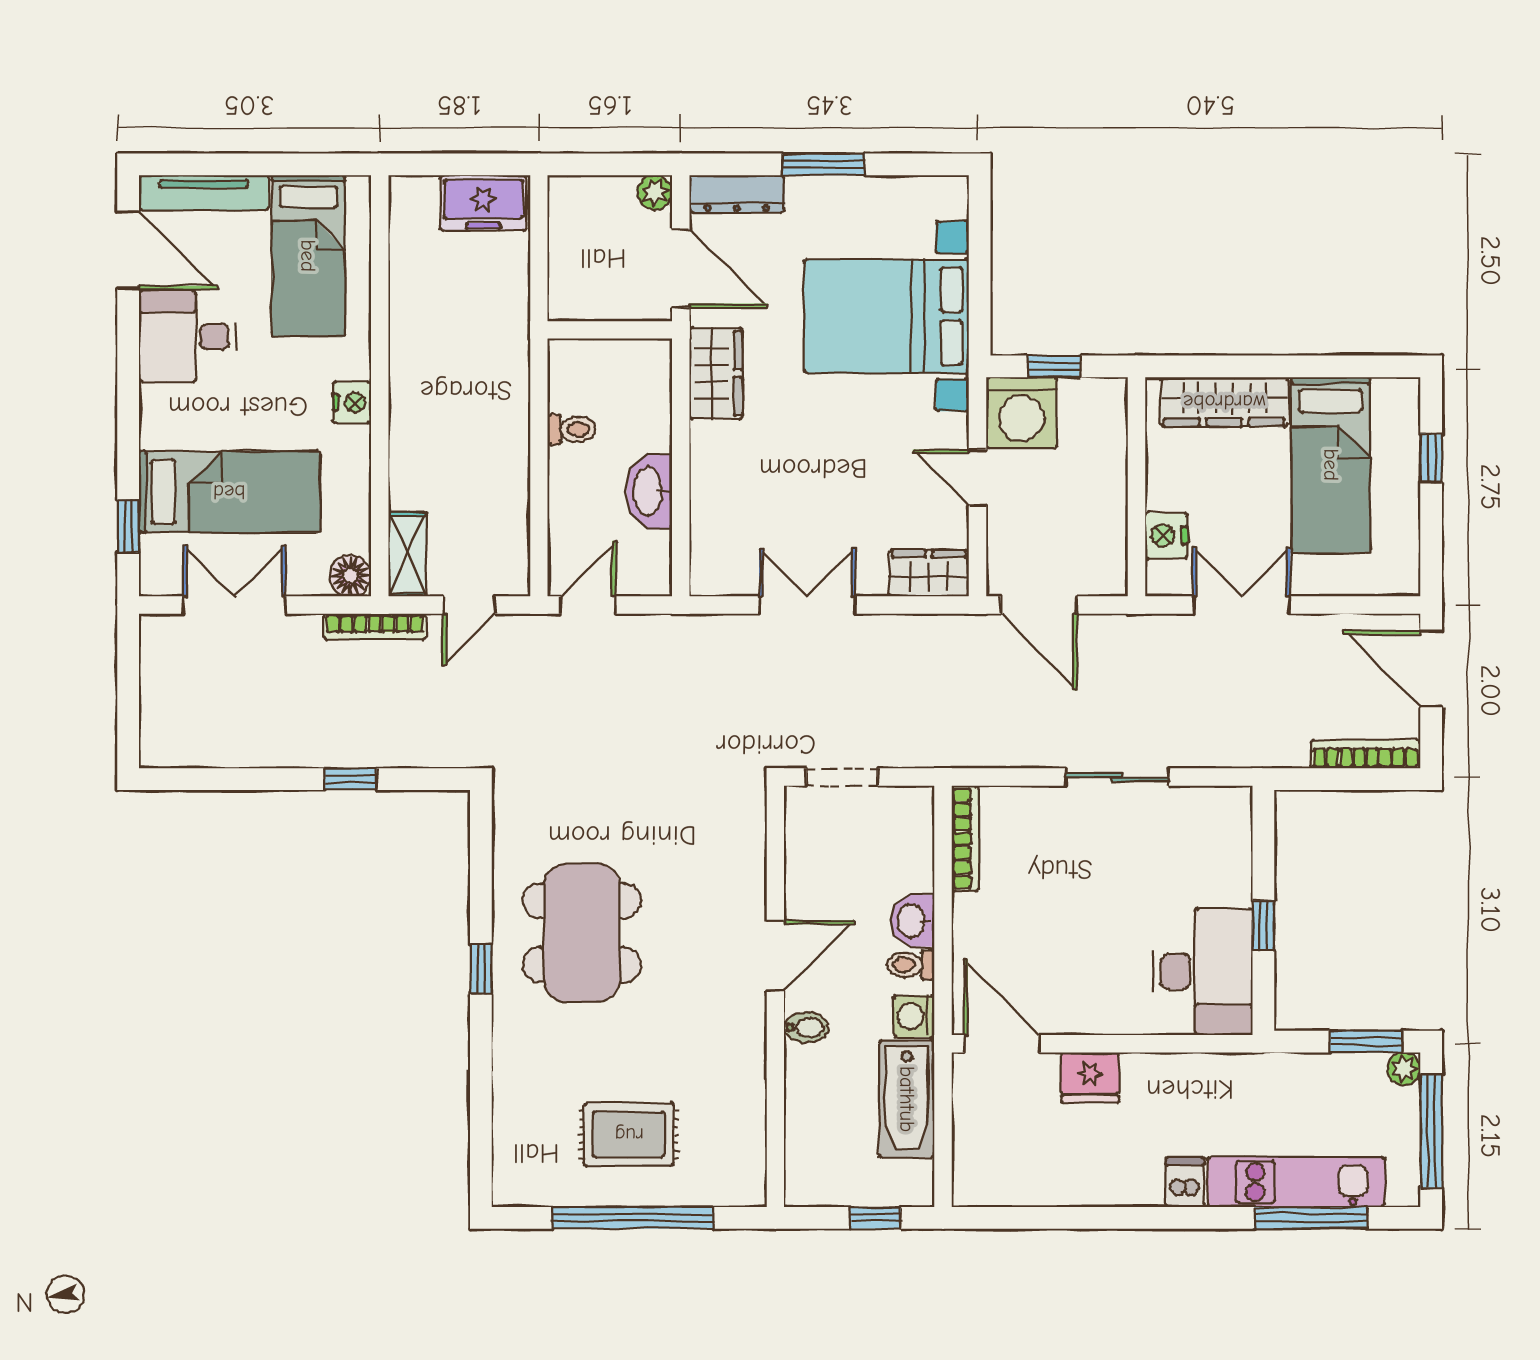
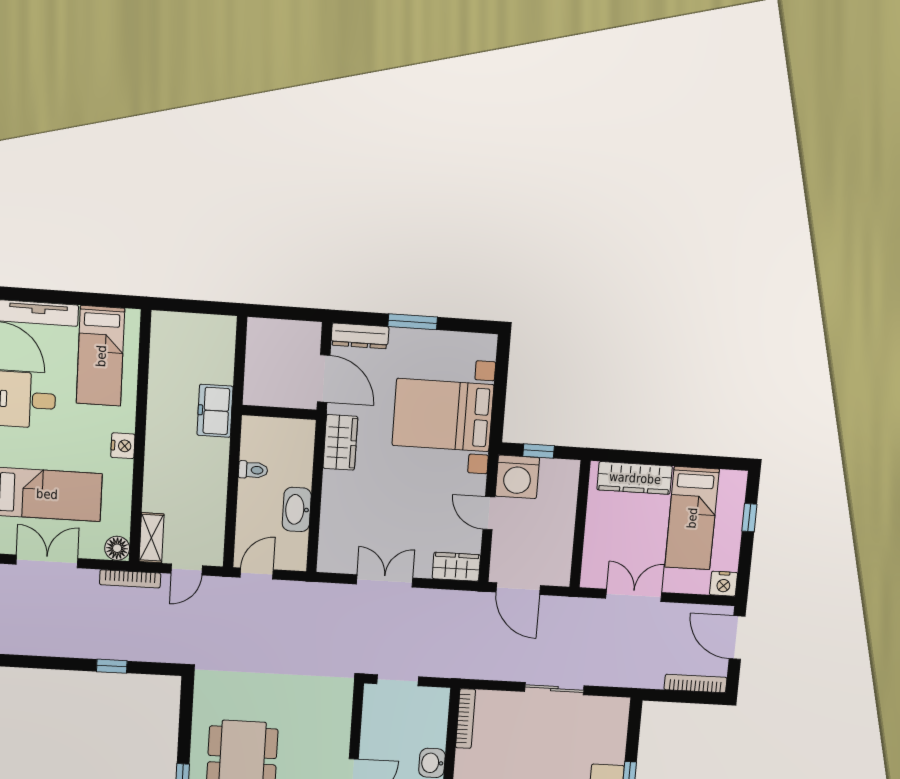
plant: (655, 192) -> (311, 332), removed
freezer: (483, 203) -> (215, 411), moved, turned 90
nightstand: (1166, 535) -> (724, 584), moved, turned -90

